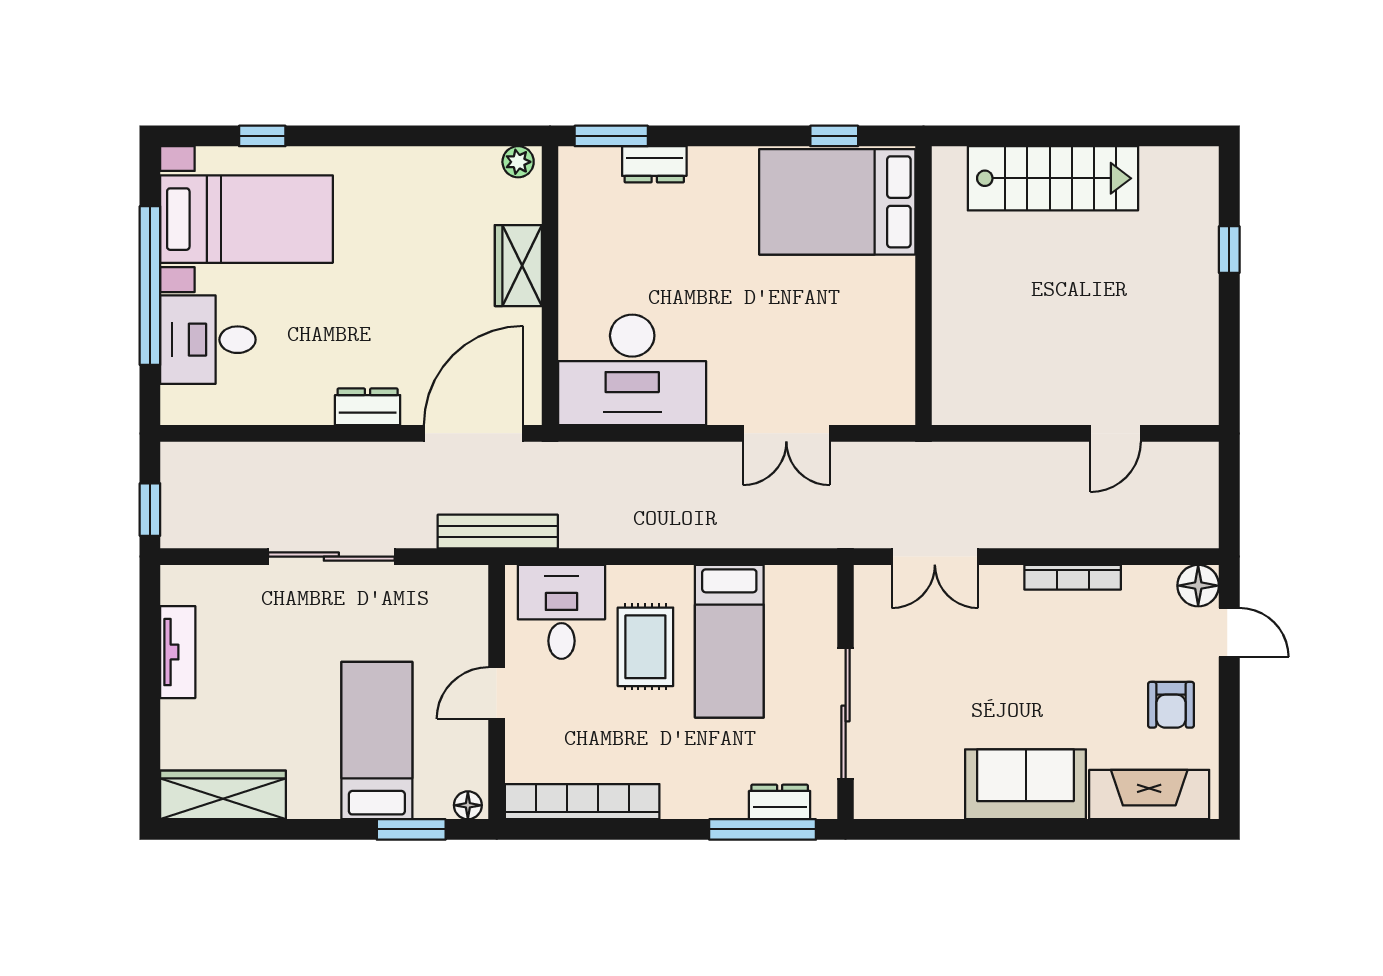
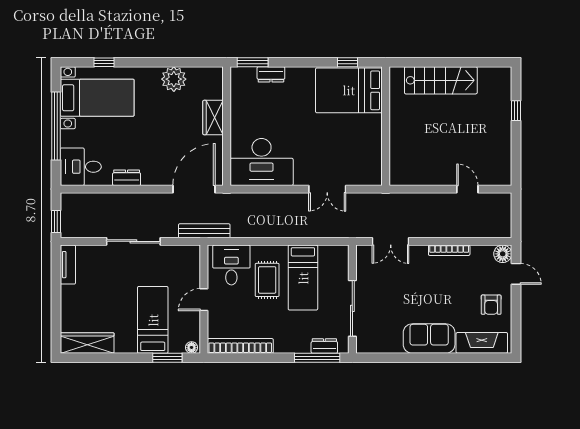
plant: (518, 162) -> (174, 79), moved, width x1.88, depth x1.88
desk: (208, 340) -> (81, 167), moved
dresser: (368, 407) -> (127, 178), moved
door: (1116, 433) -> (467, 189), swing flipped
tv unit: (178, 652) -> (68, 265), moved

